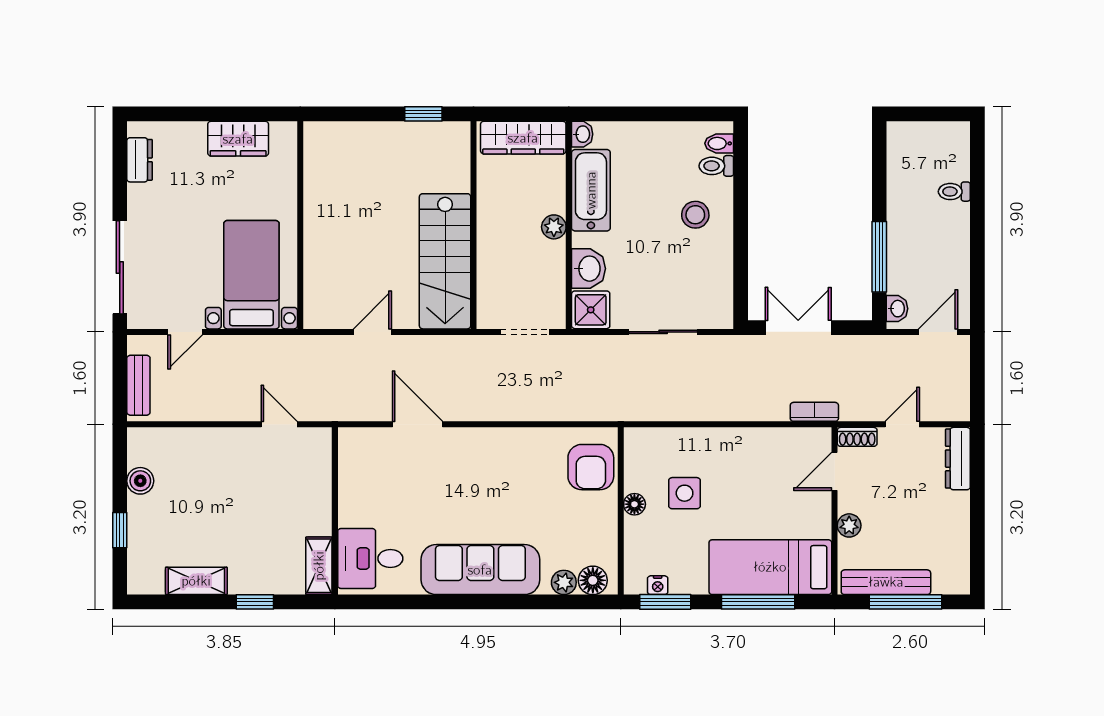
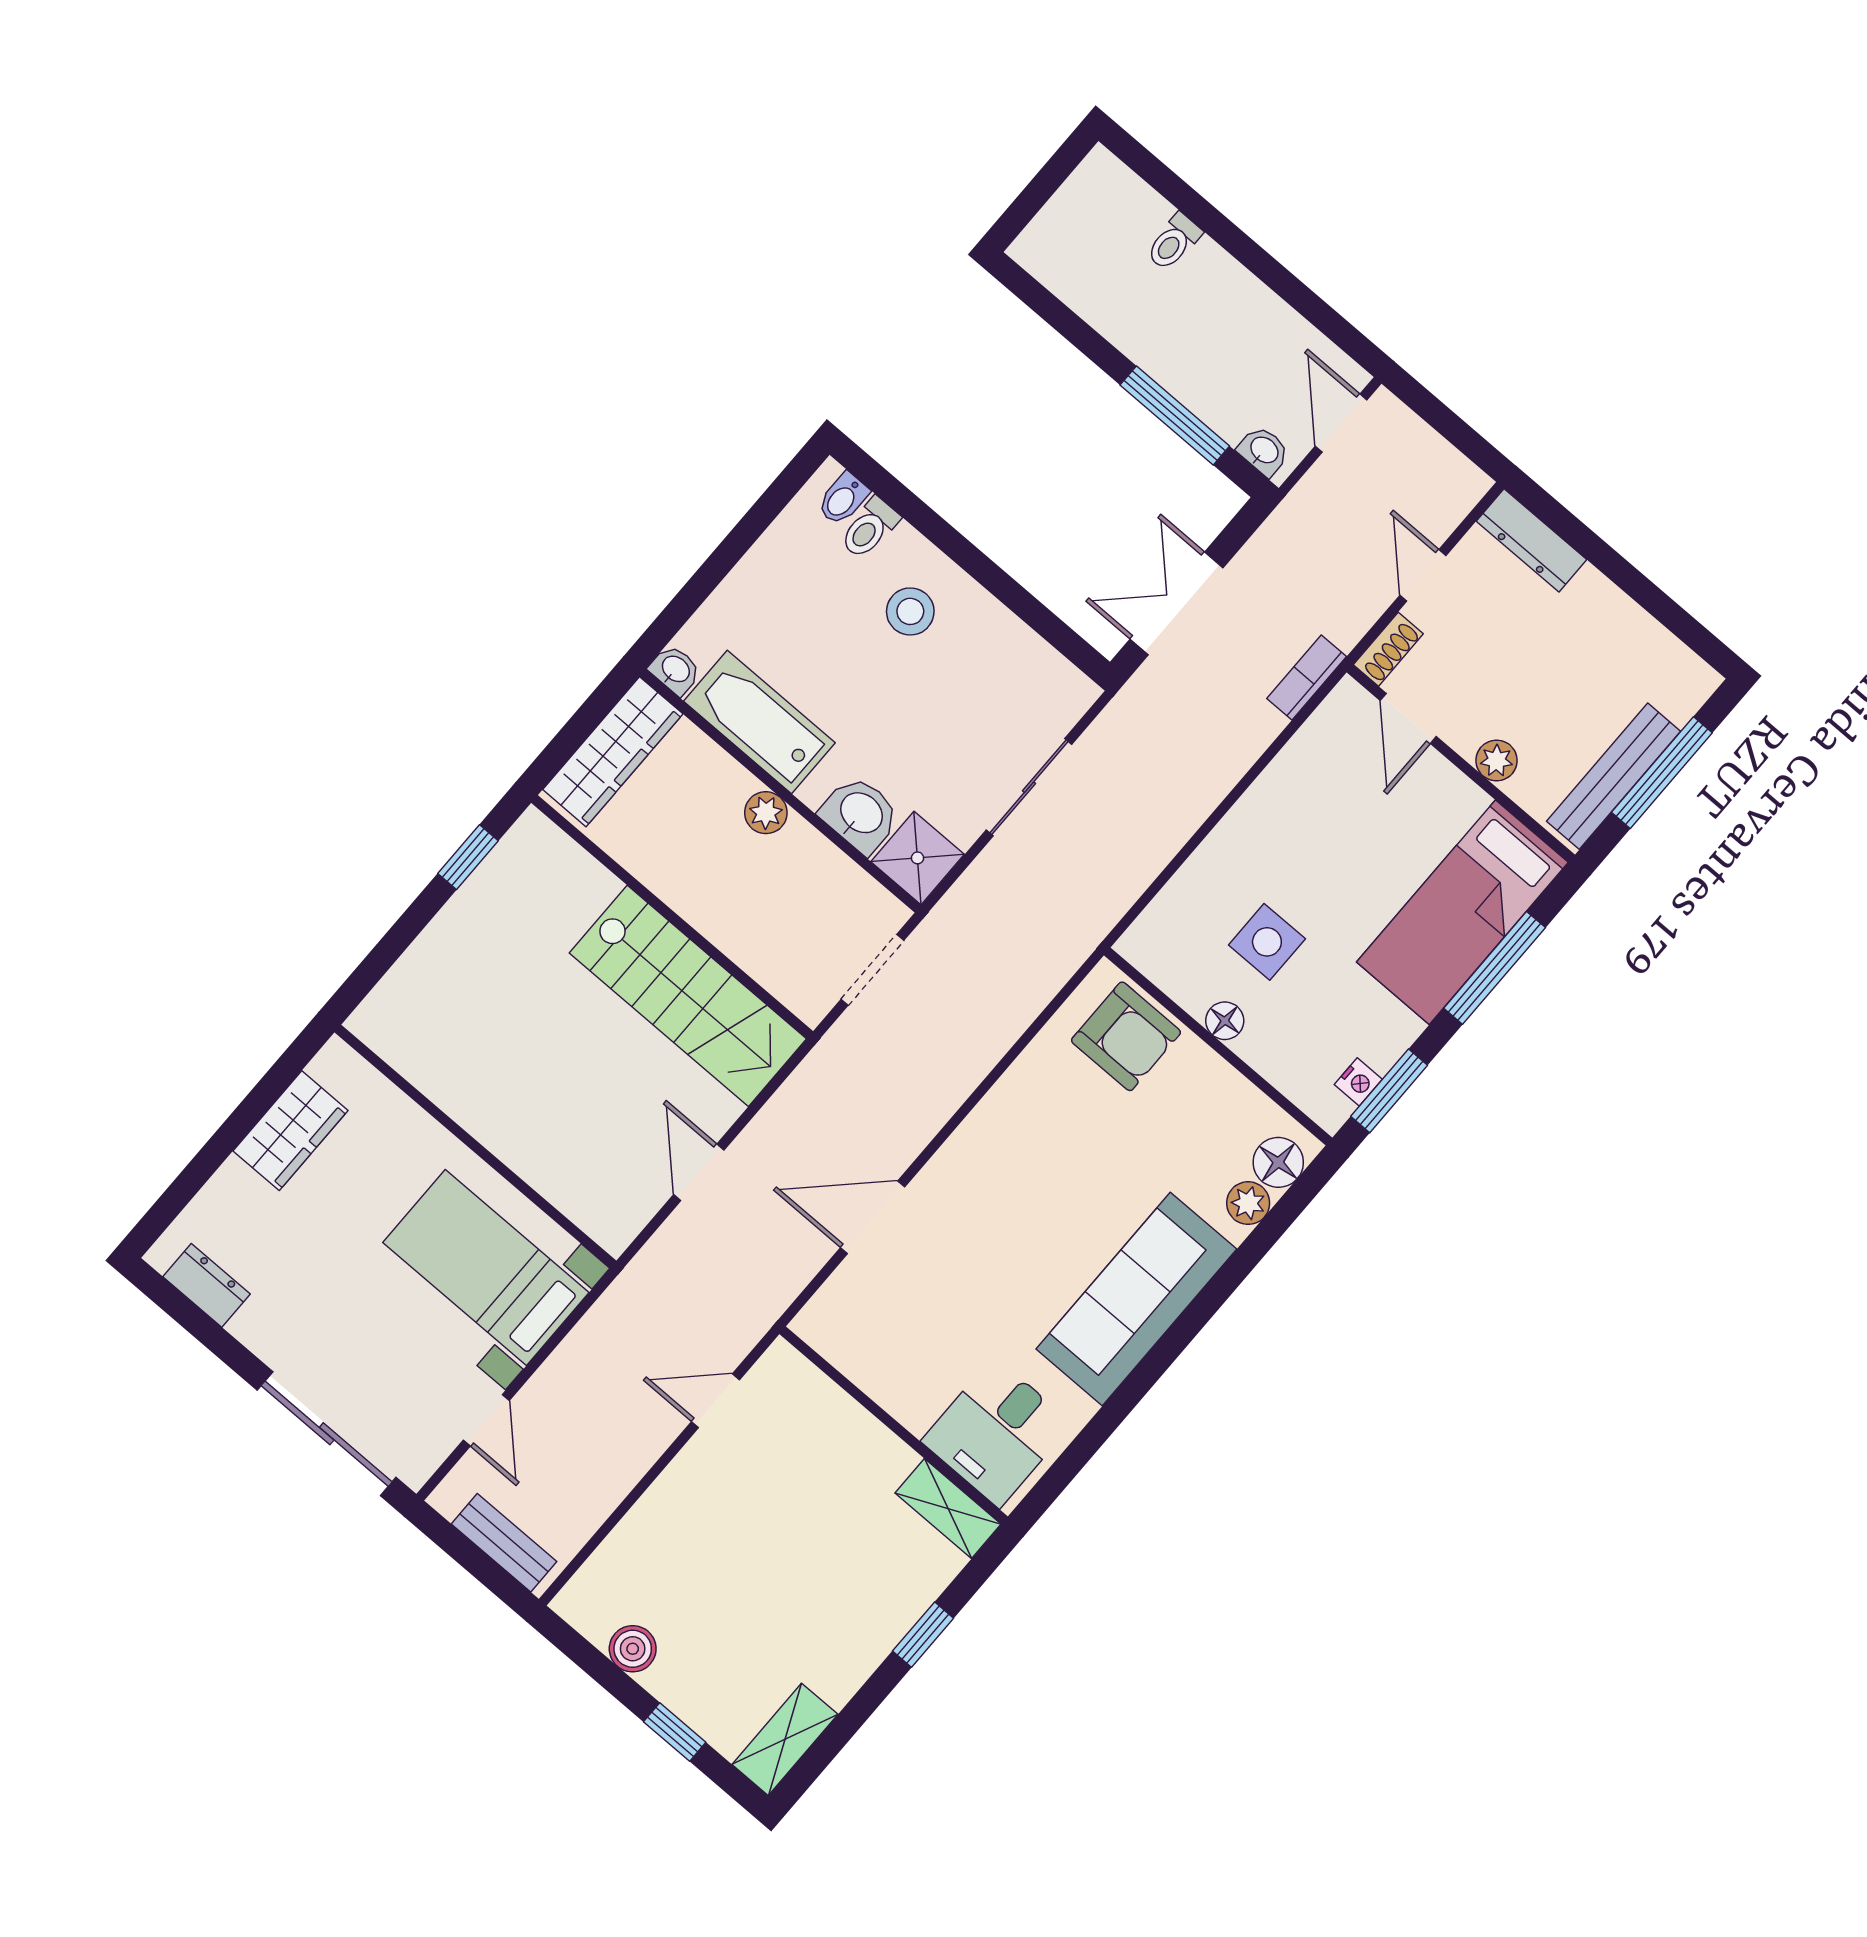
shelving: (196, 581) -> (785, 1739), moved

